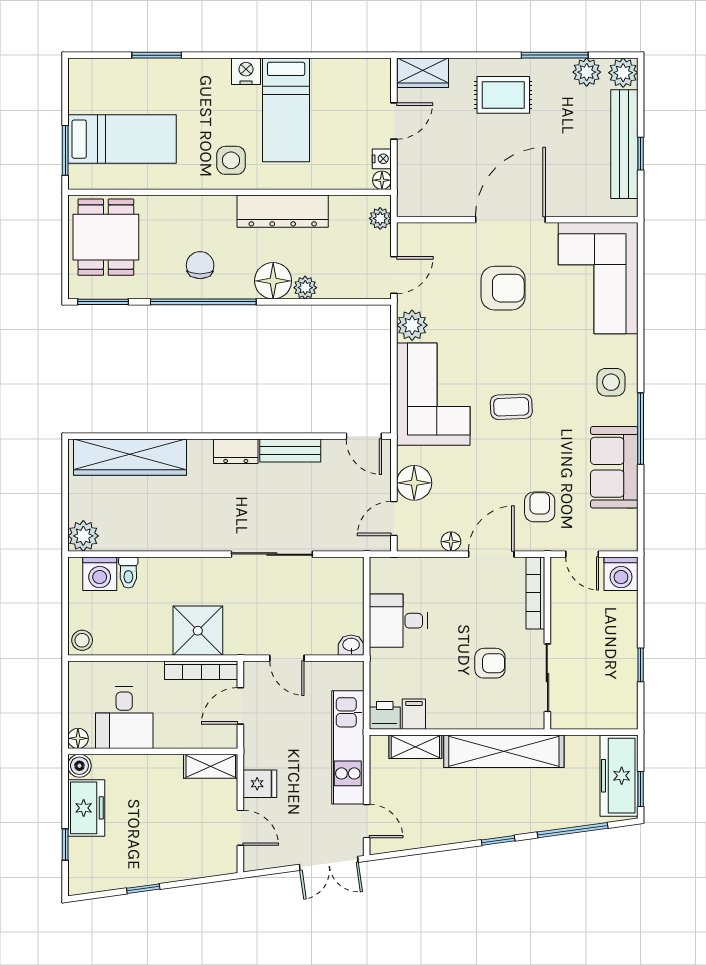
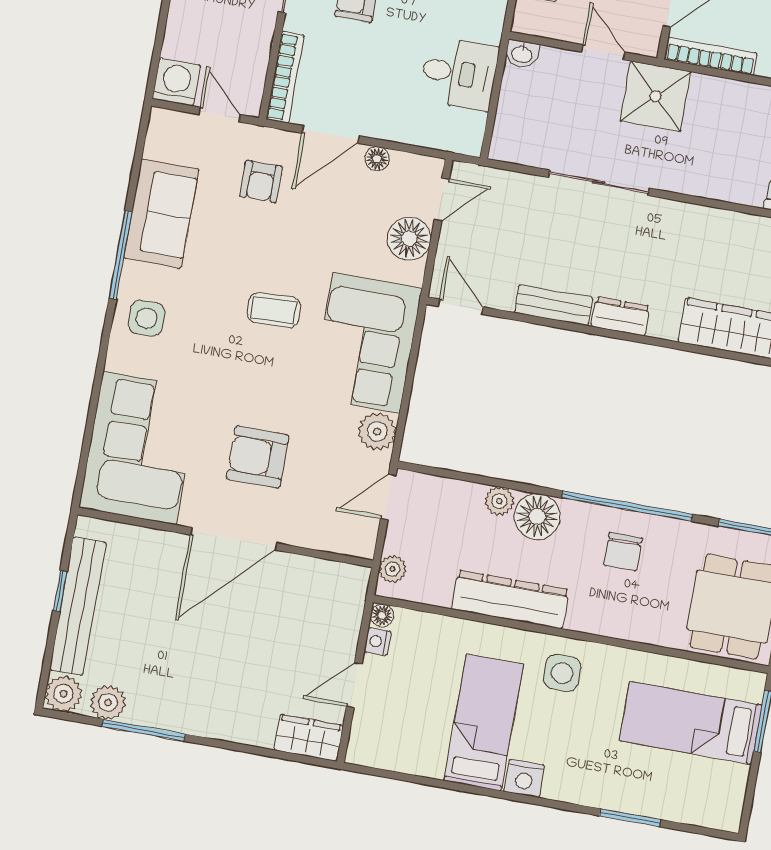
rug: (503, 95) -> (215, 693), removed
shower: (198, 631) -> (656, 96), moved

